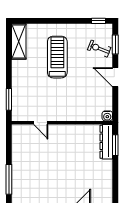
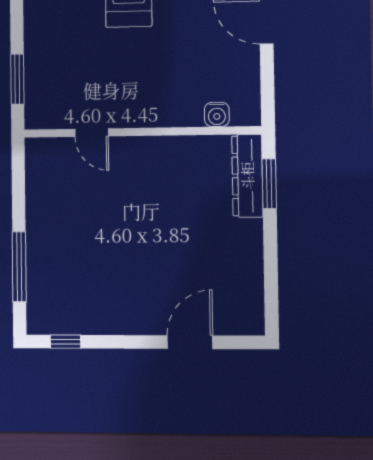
water cooler: (107, 116) -> (217, 114), moved

